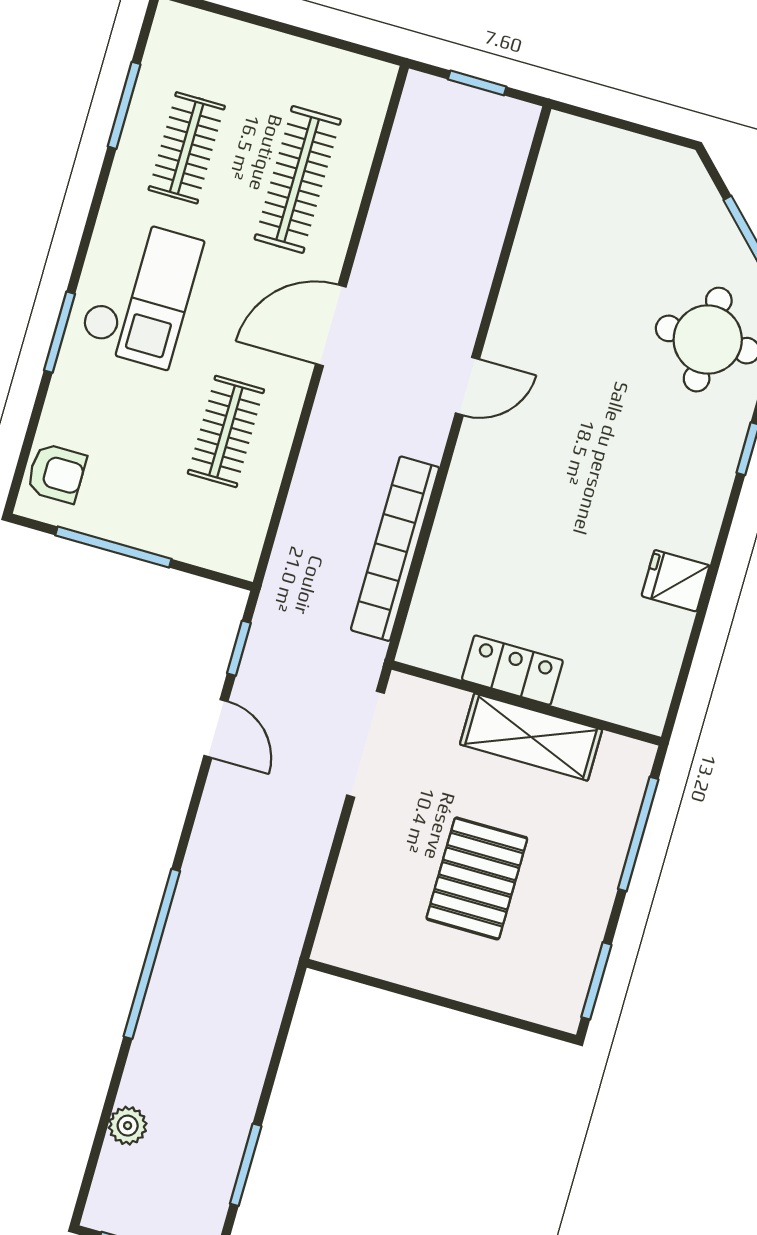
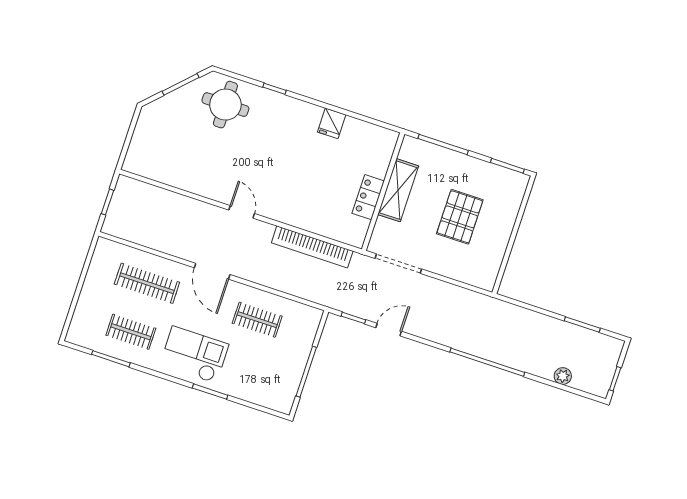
armchair: (56, 473) -> (273, 395), removed
pallet: (477, 878) -> (460, 217), turned 90

